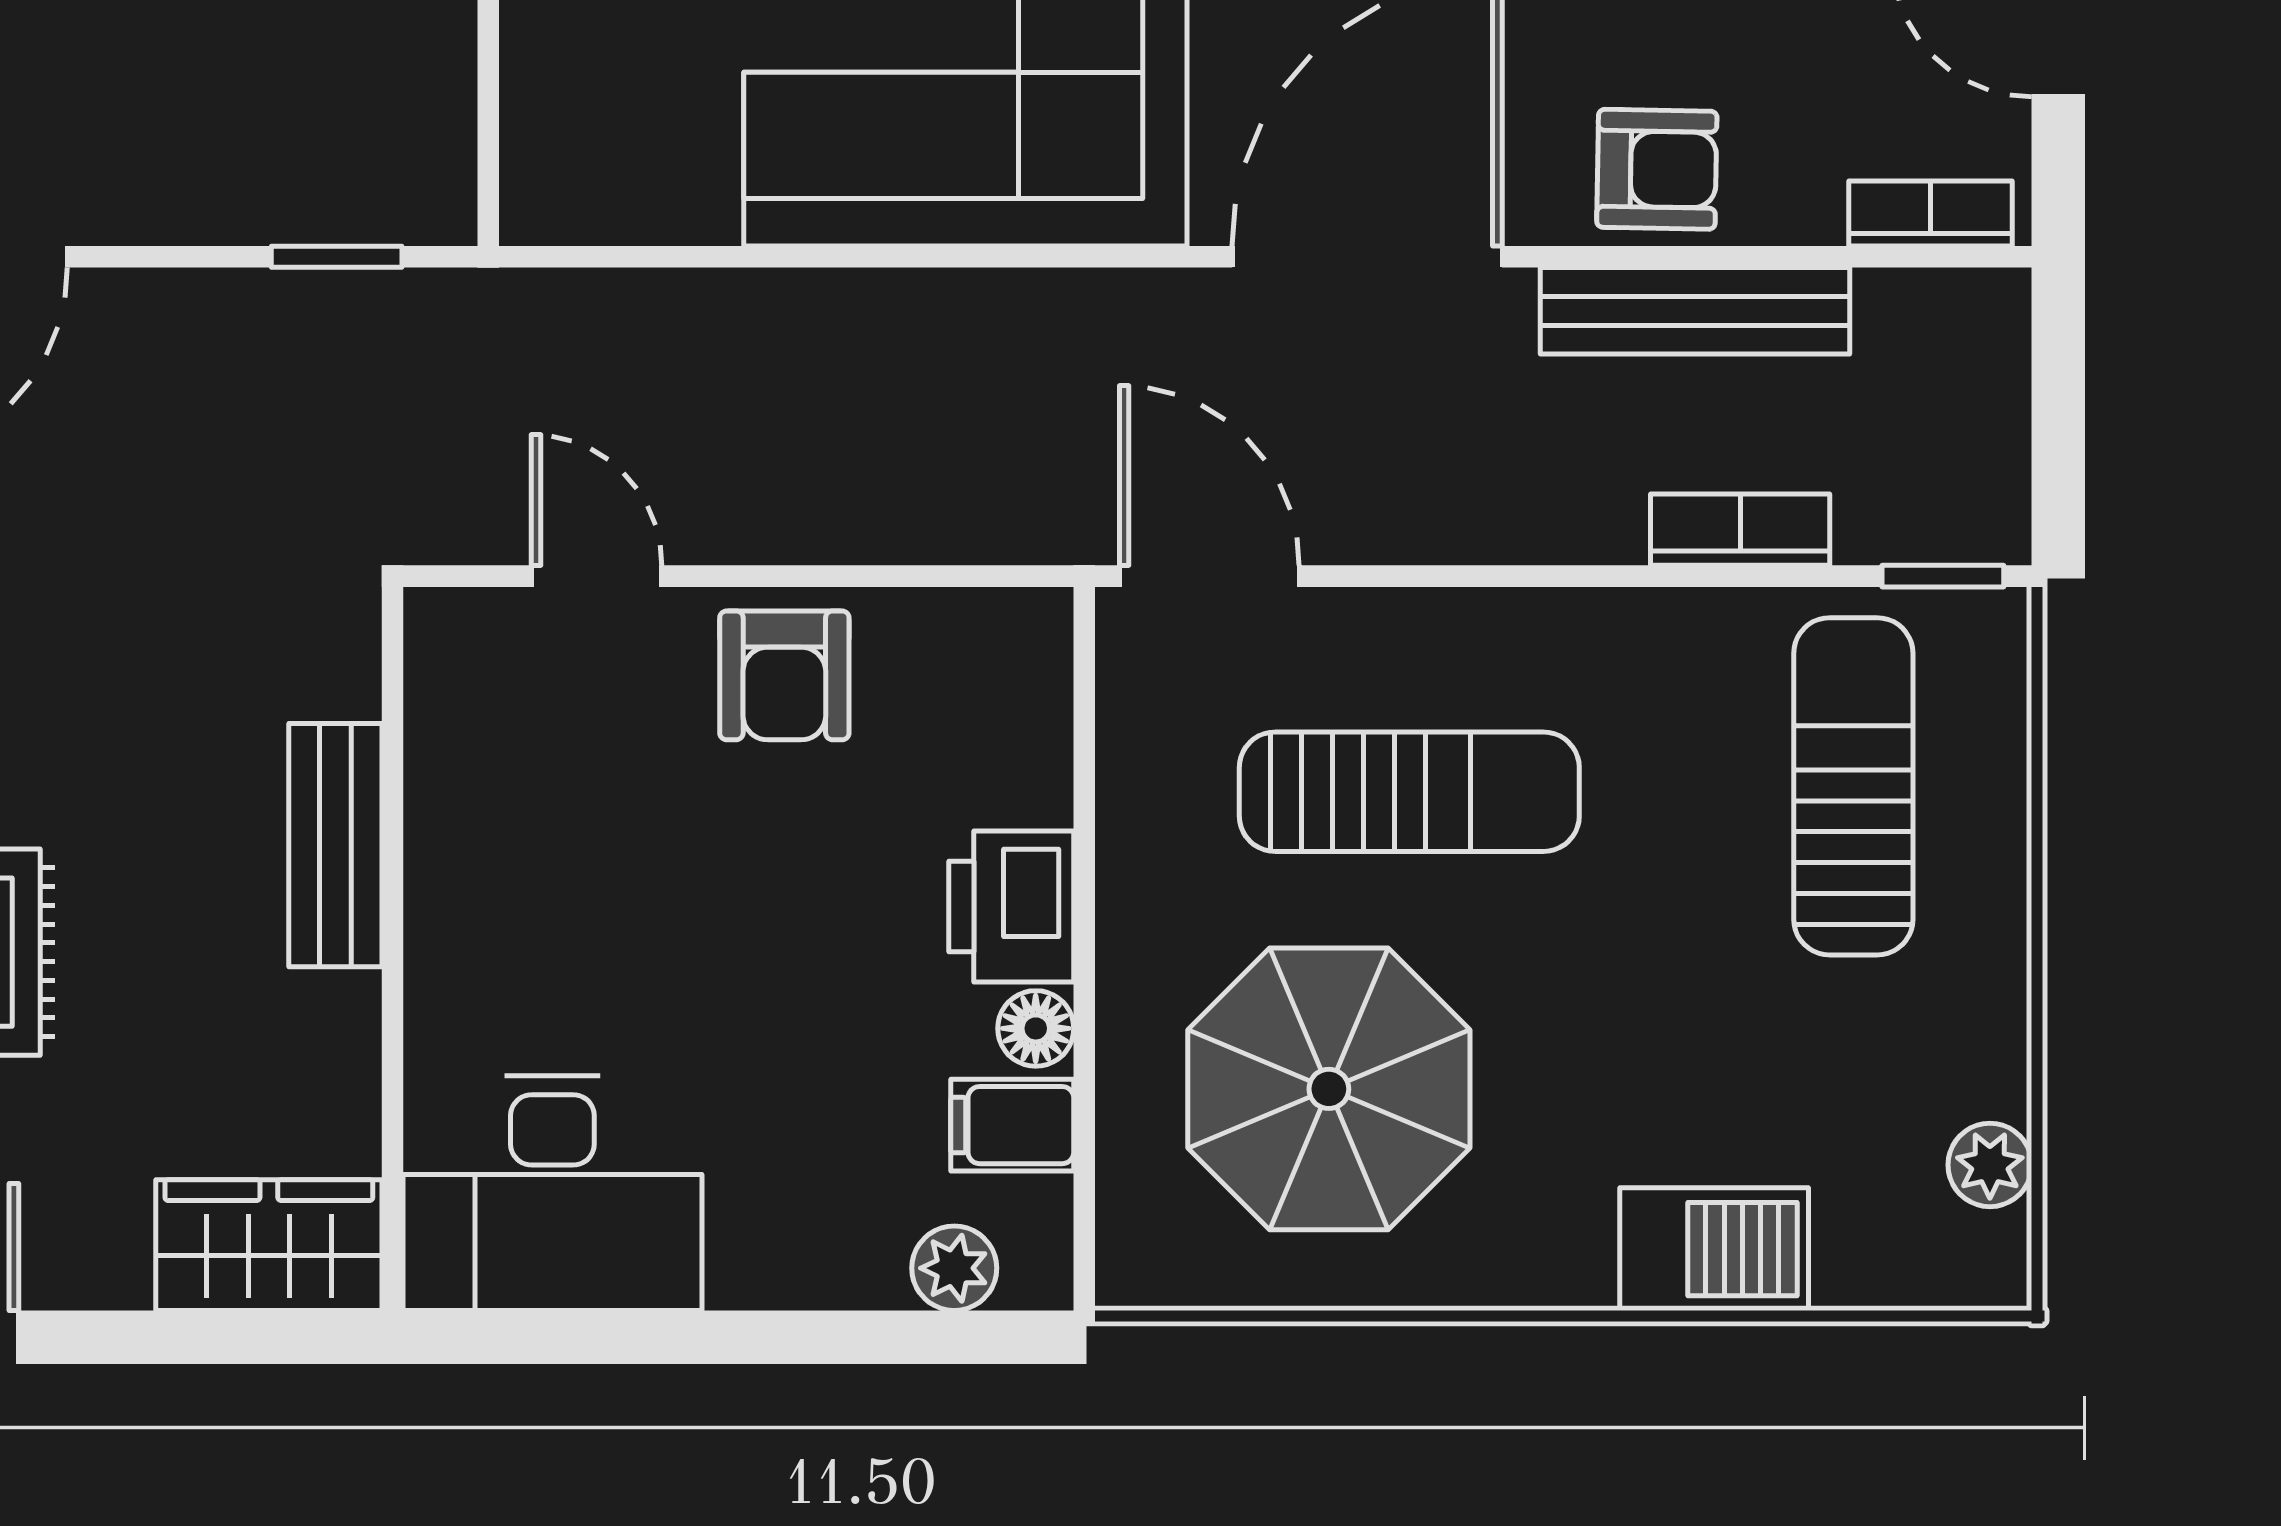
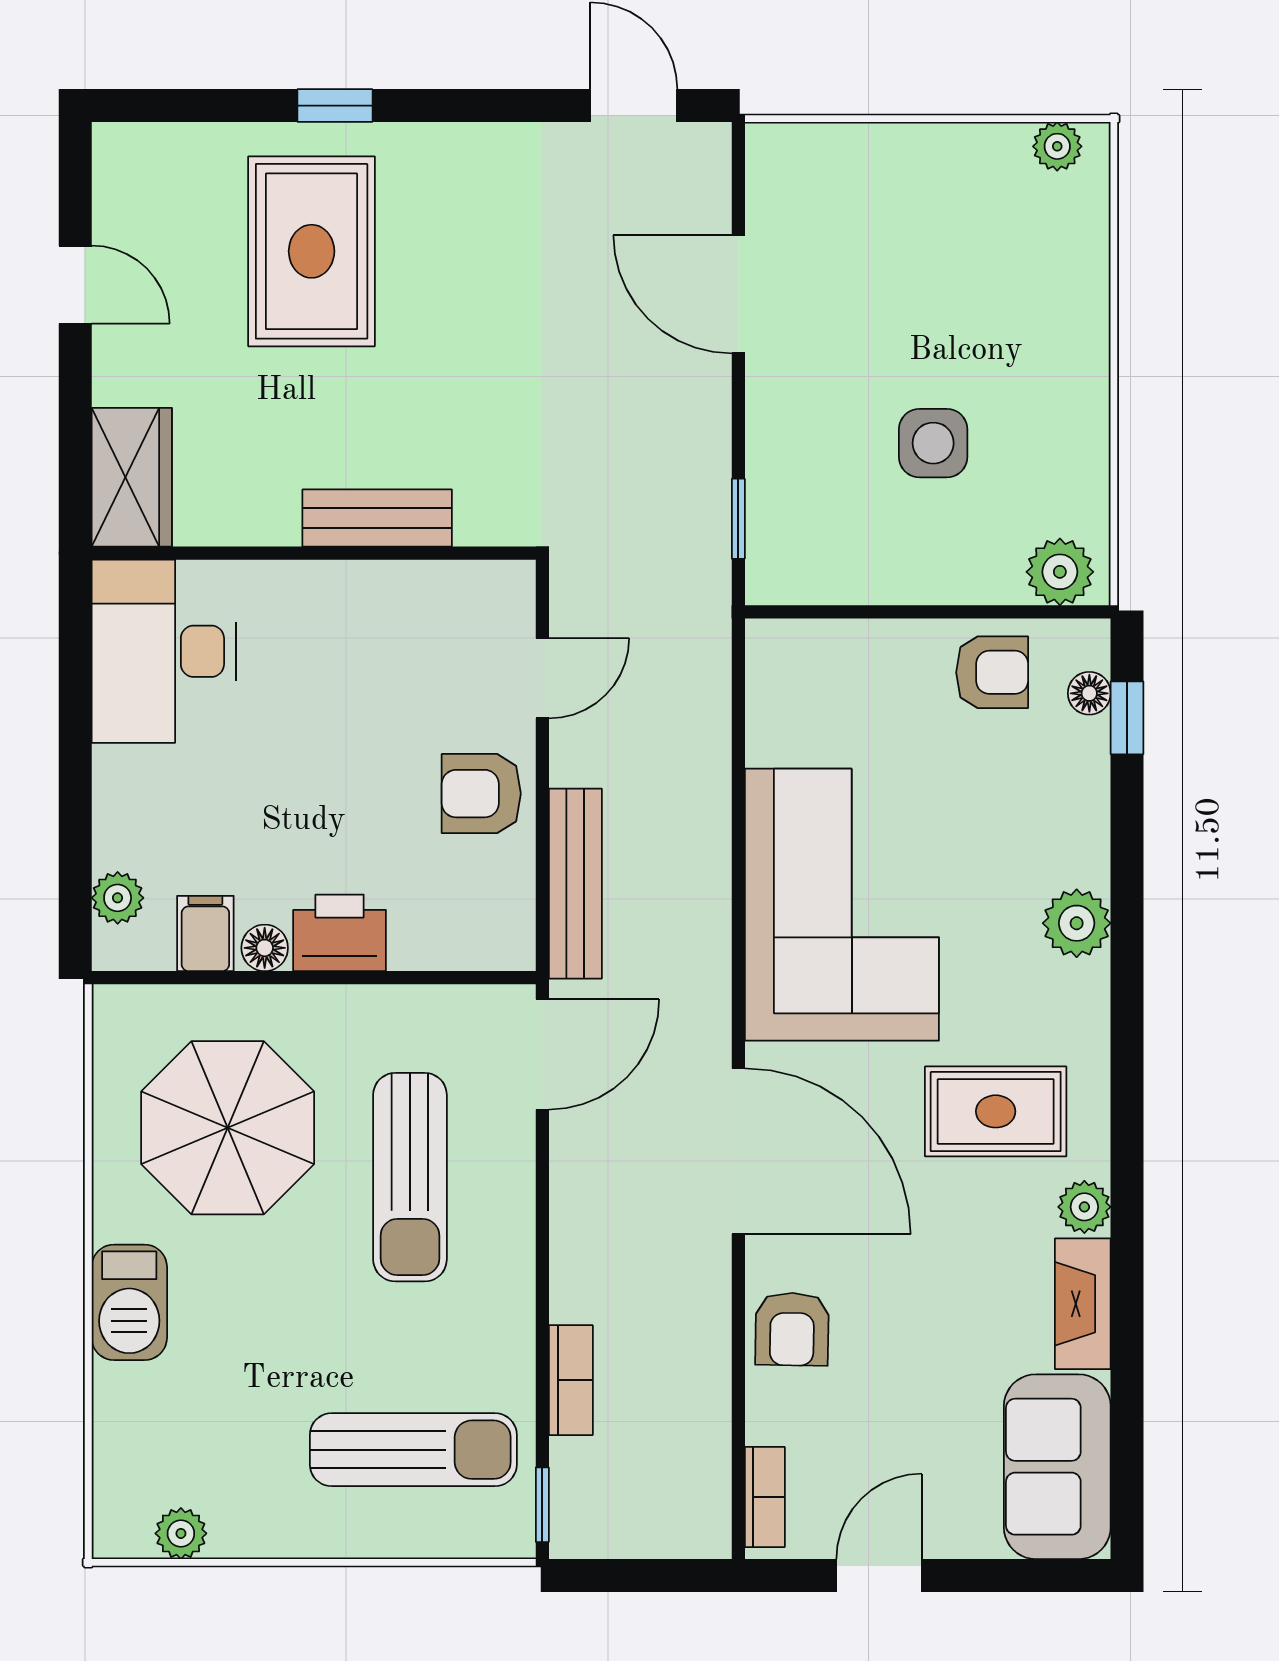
bench: (1695, 311) -> (575, 884), moved
barbecue: (1714, 1249) -> (129, 1302), moved

